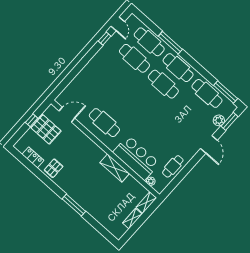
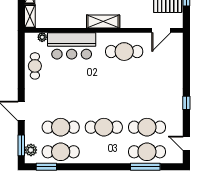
window: (105, 39) -> (186, 103), moved
window: (170, 43) -> (145, 167), moved
cafe table: (178, 68) -> (61, 127), moved
window: (226, 92) -> (46, 167), width x0.69
plant: (219, 120) -> (31, 150), moved
shelving: (115, 168) -> (103, 21), moved

